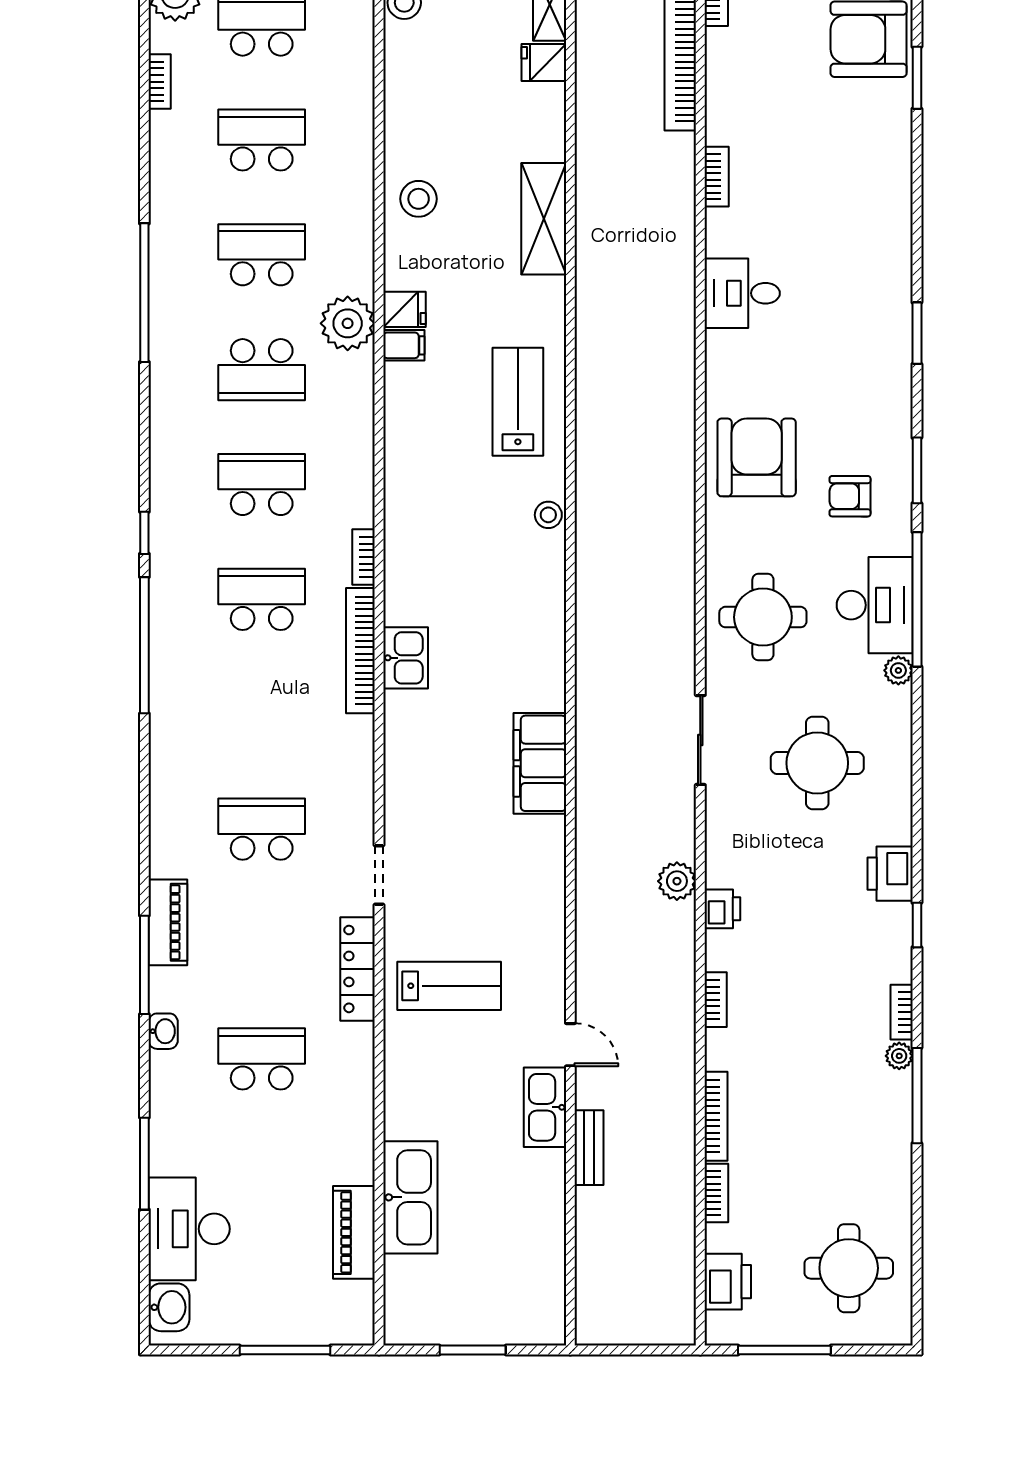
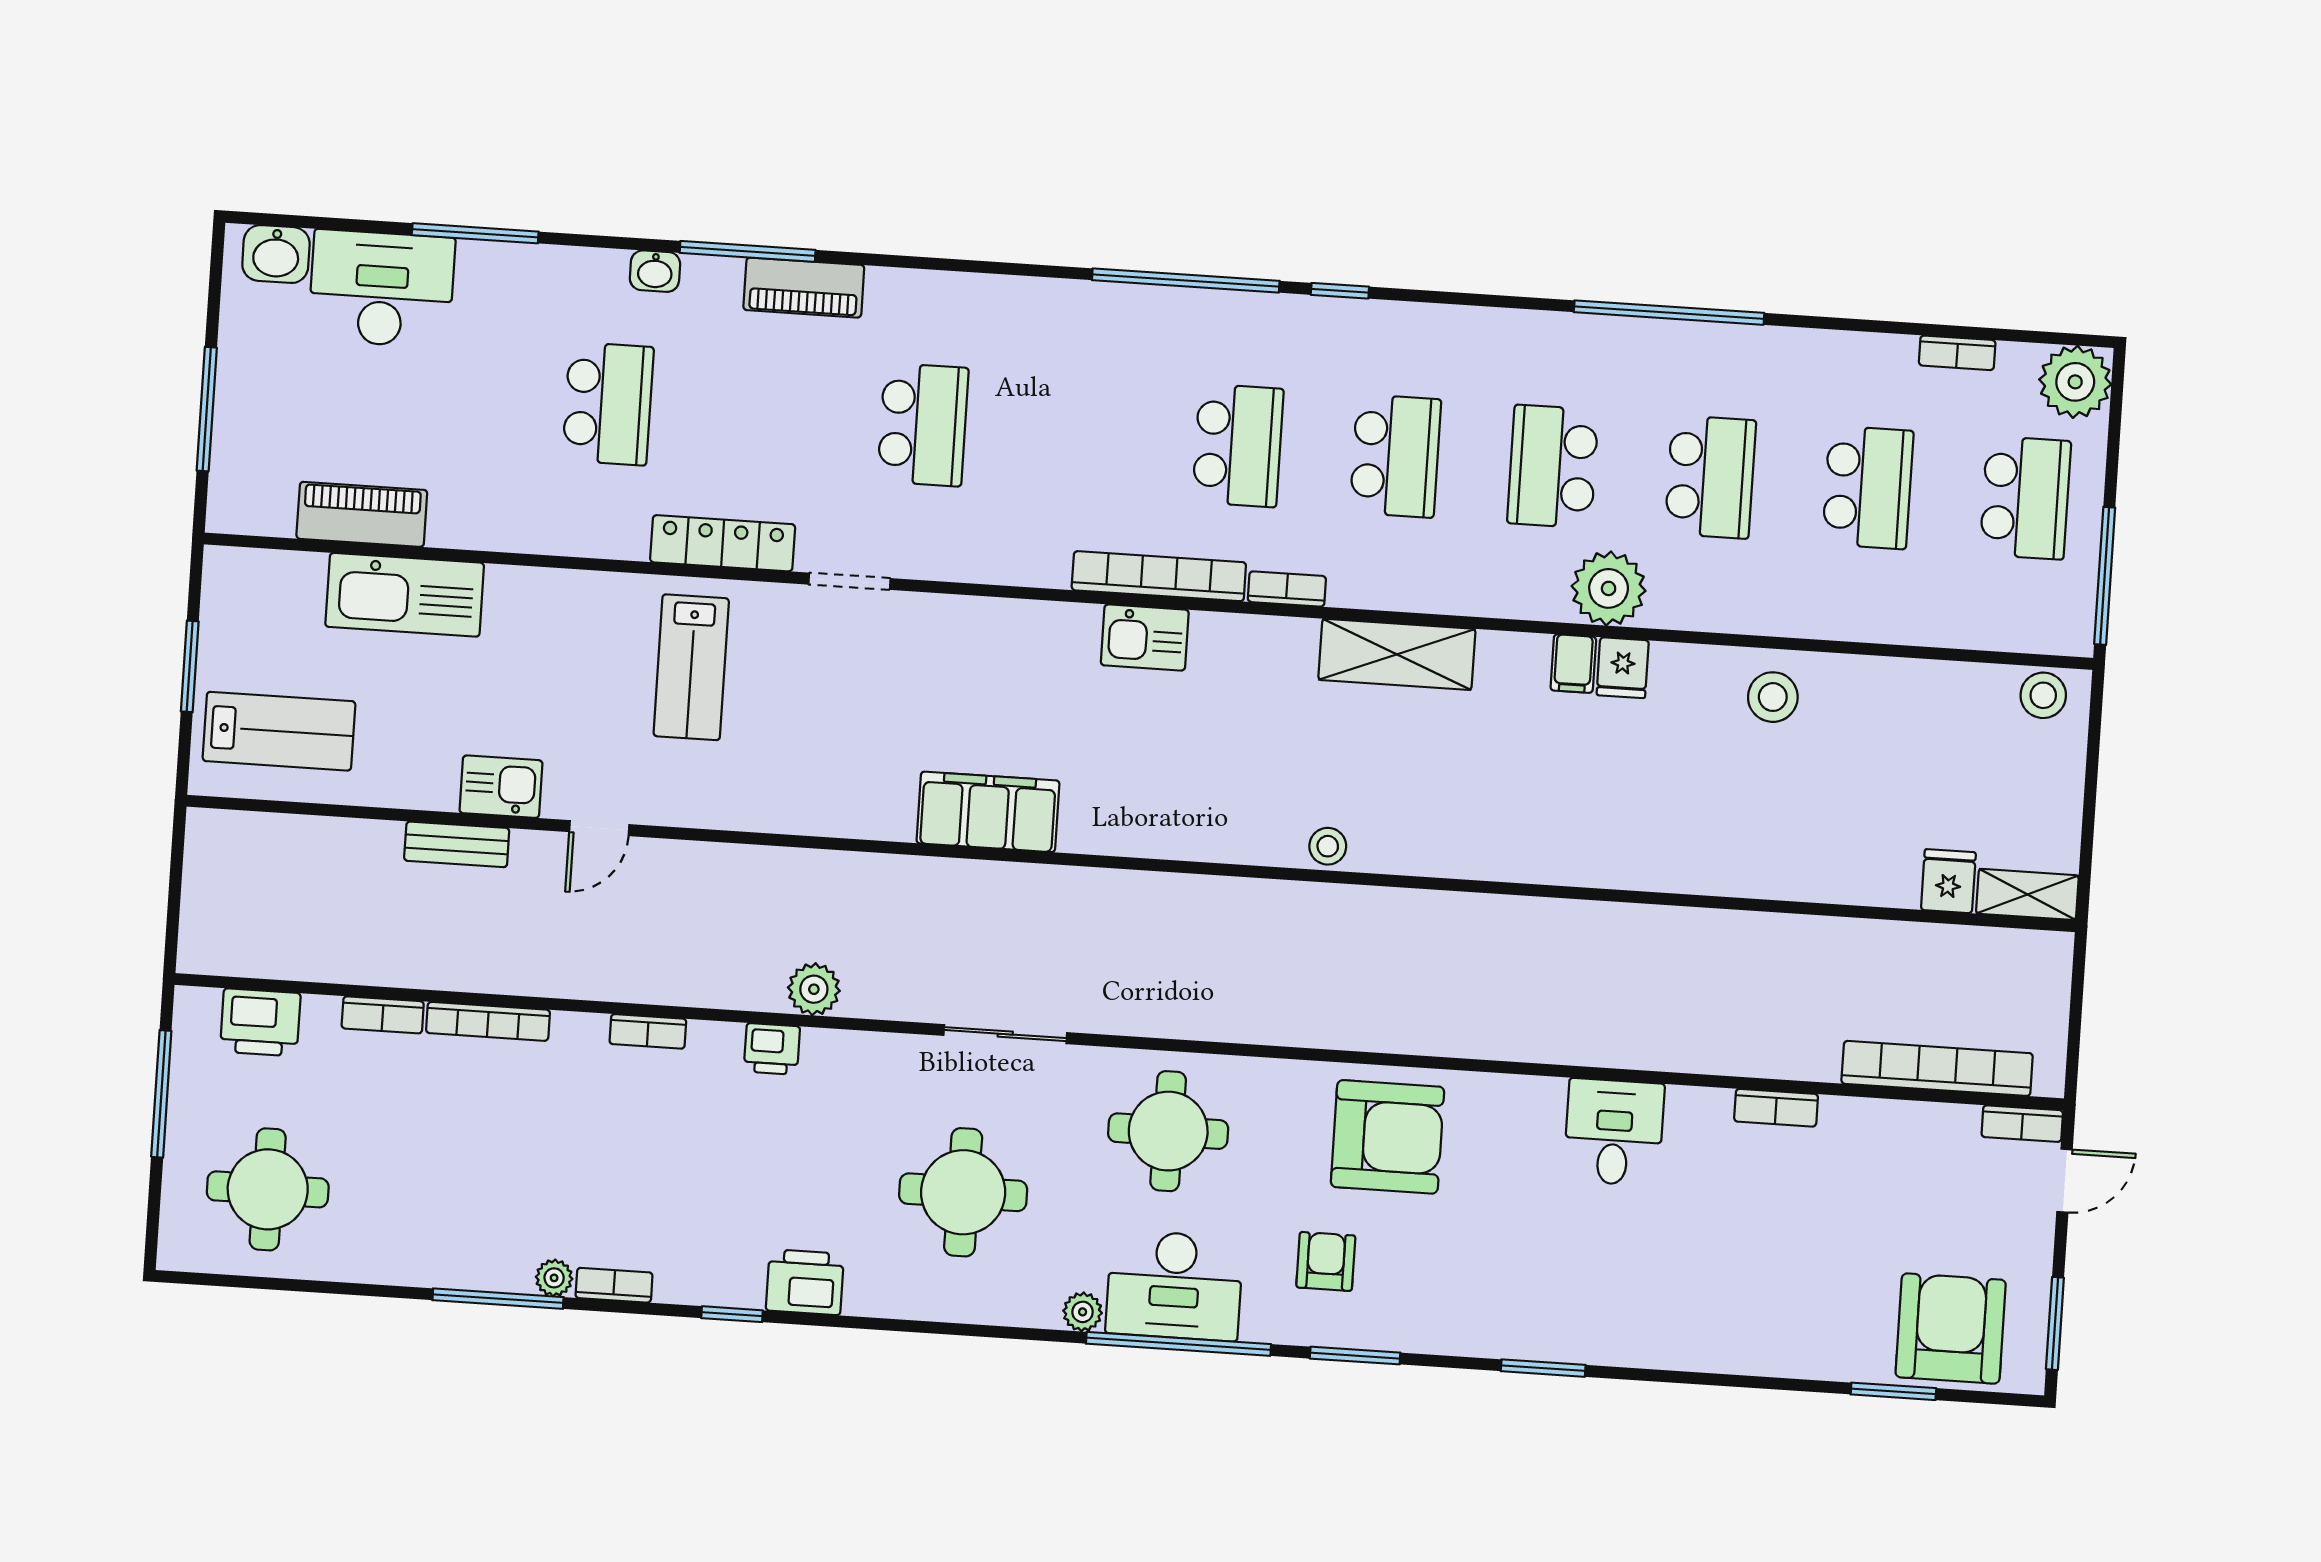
shelving: (544, 219) -> (1397, 654), moved
lab bench: (518, 402) -> (279, 731), moved
kitchen sink: (545, 1107) -> (501, 787), width x0.73

